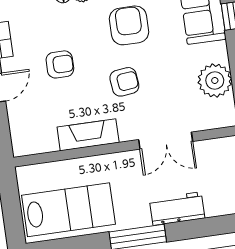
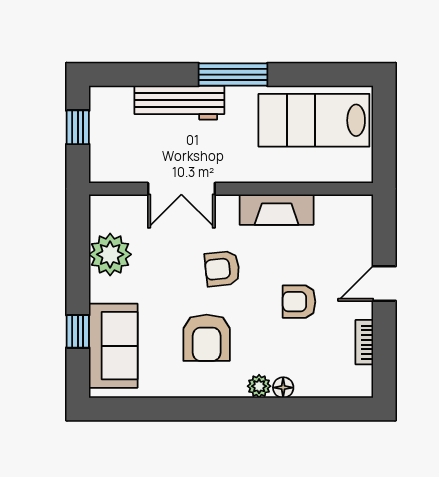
double door: (166, 141) -> (181, 189), swing flipped
workbench: (177, 209) -> (179, 103), width x1.38

